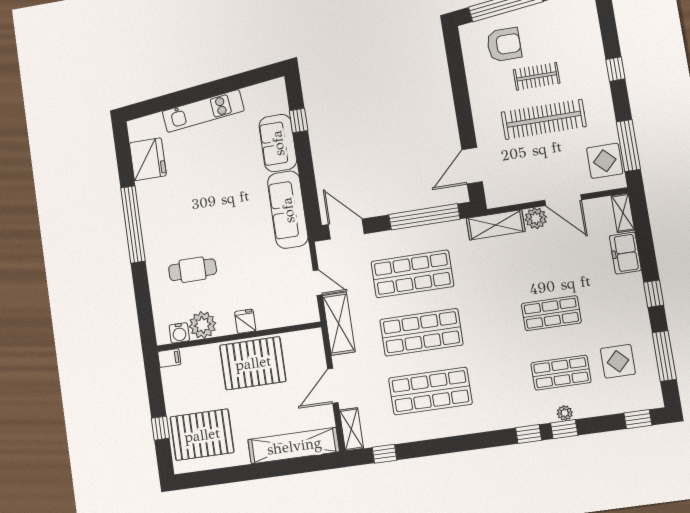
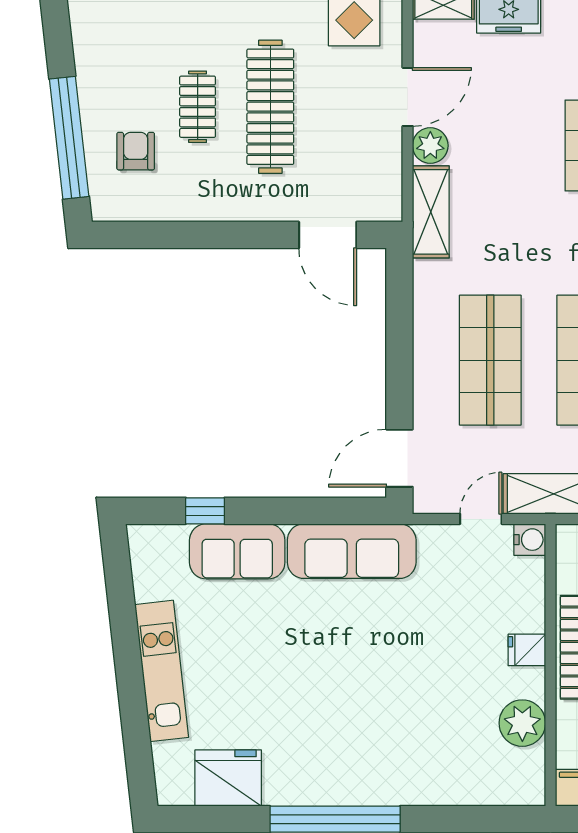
armchair: (504, 45) -> (136, 151), width x0.72, depth x0.72
window: (424, 217) -> (399, 326), removed
cafe table: (193, 270) -> (427, 727), removed
water cooler: (179, 333) -> (530, 540), moved

